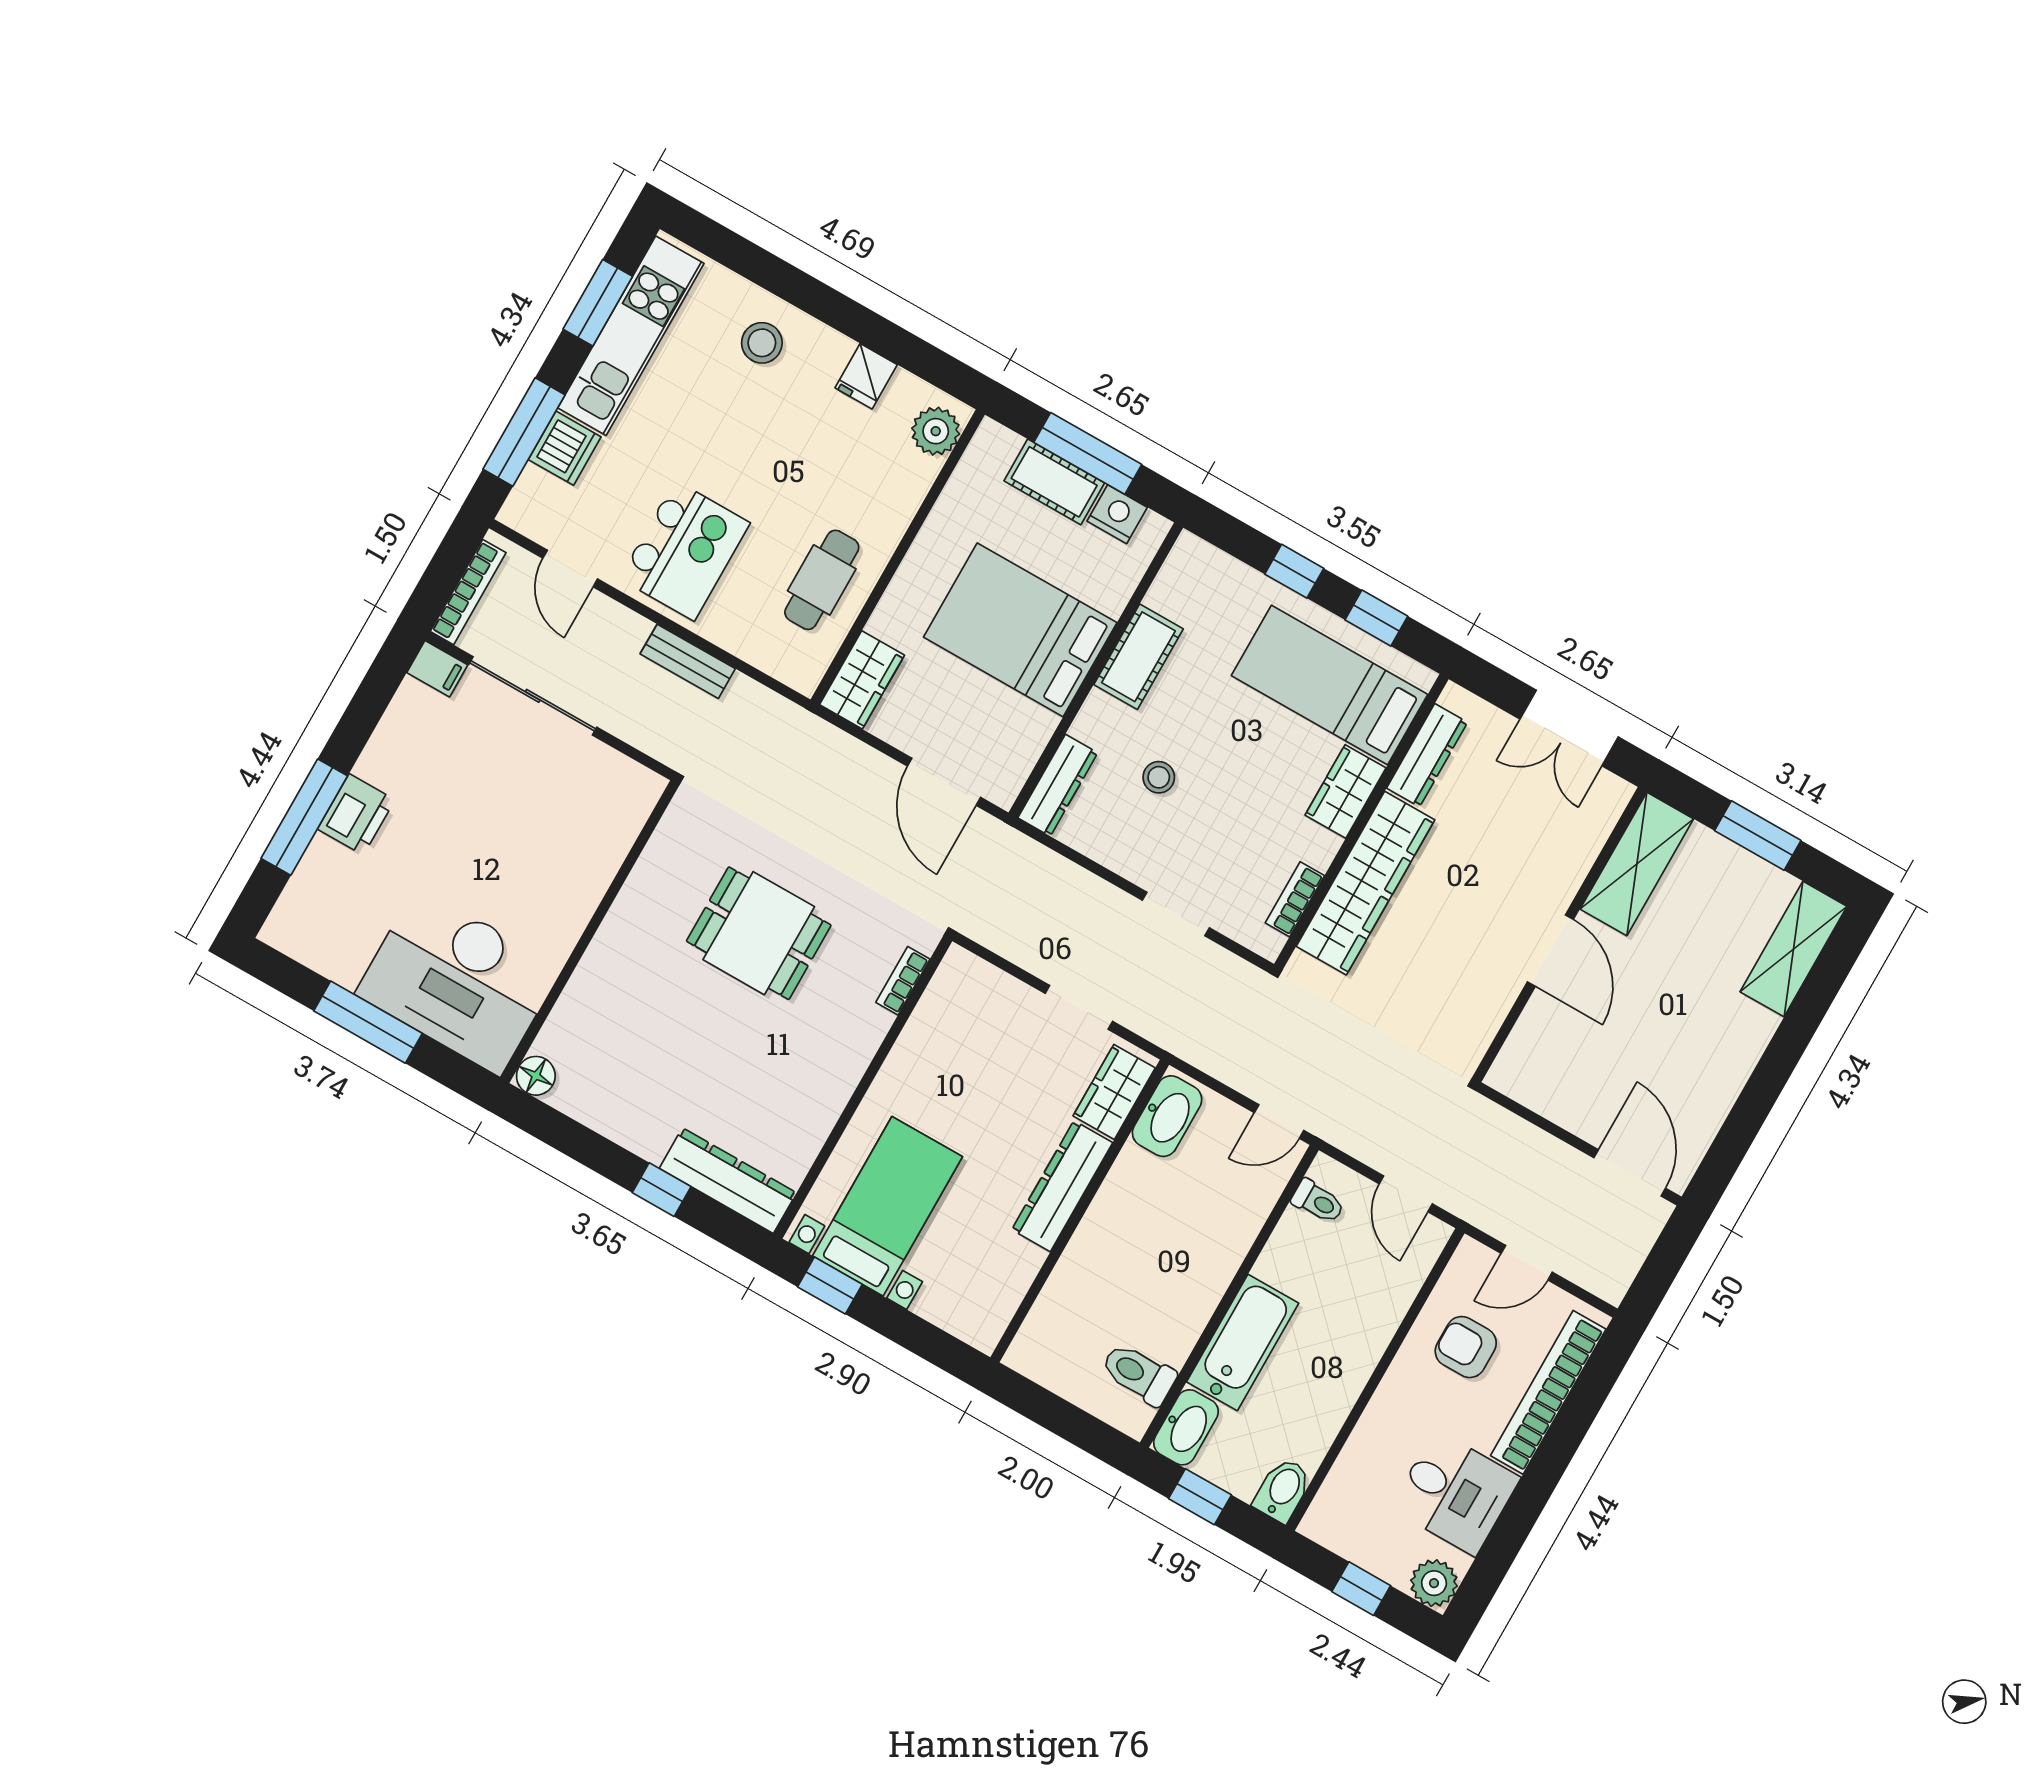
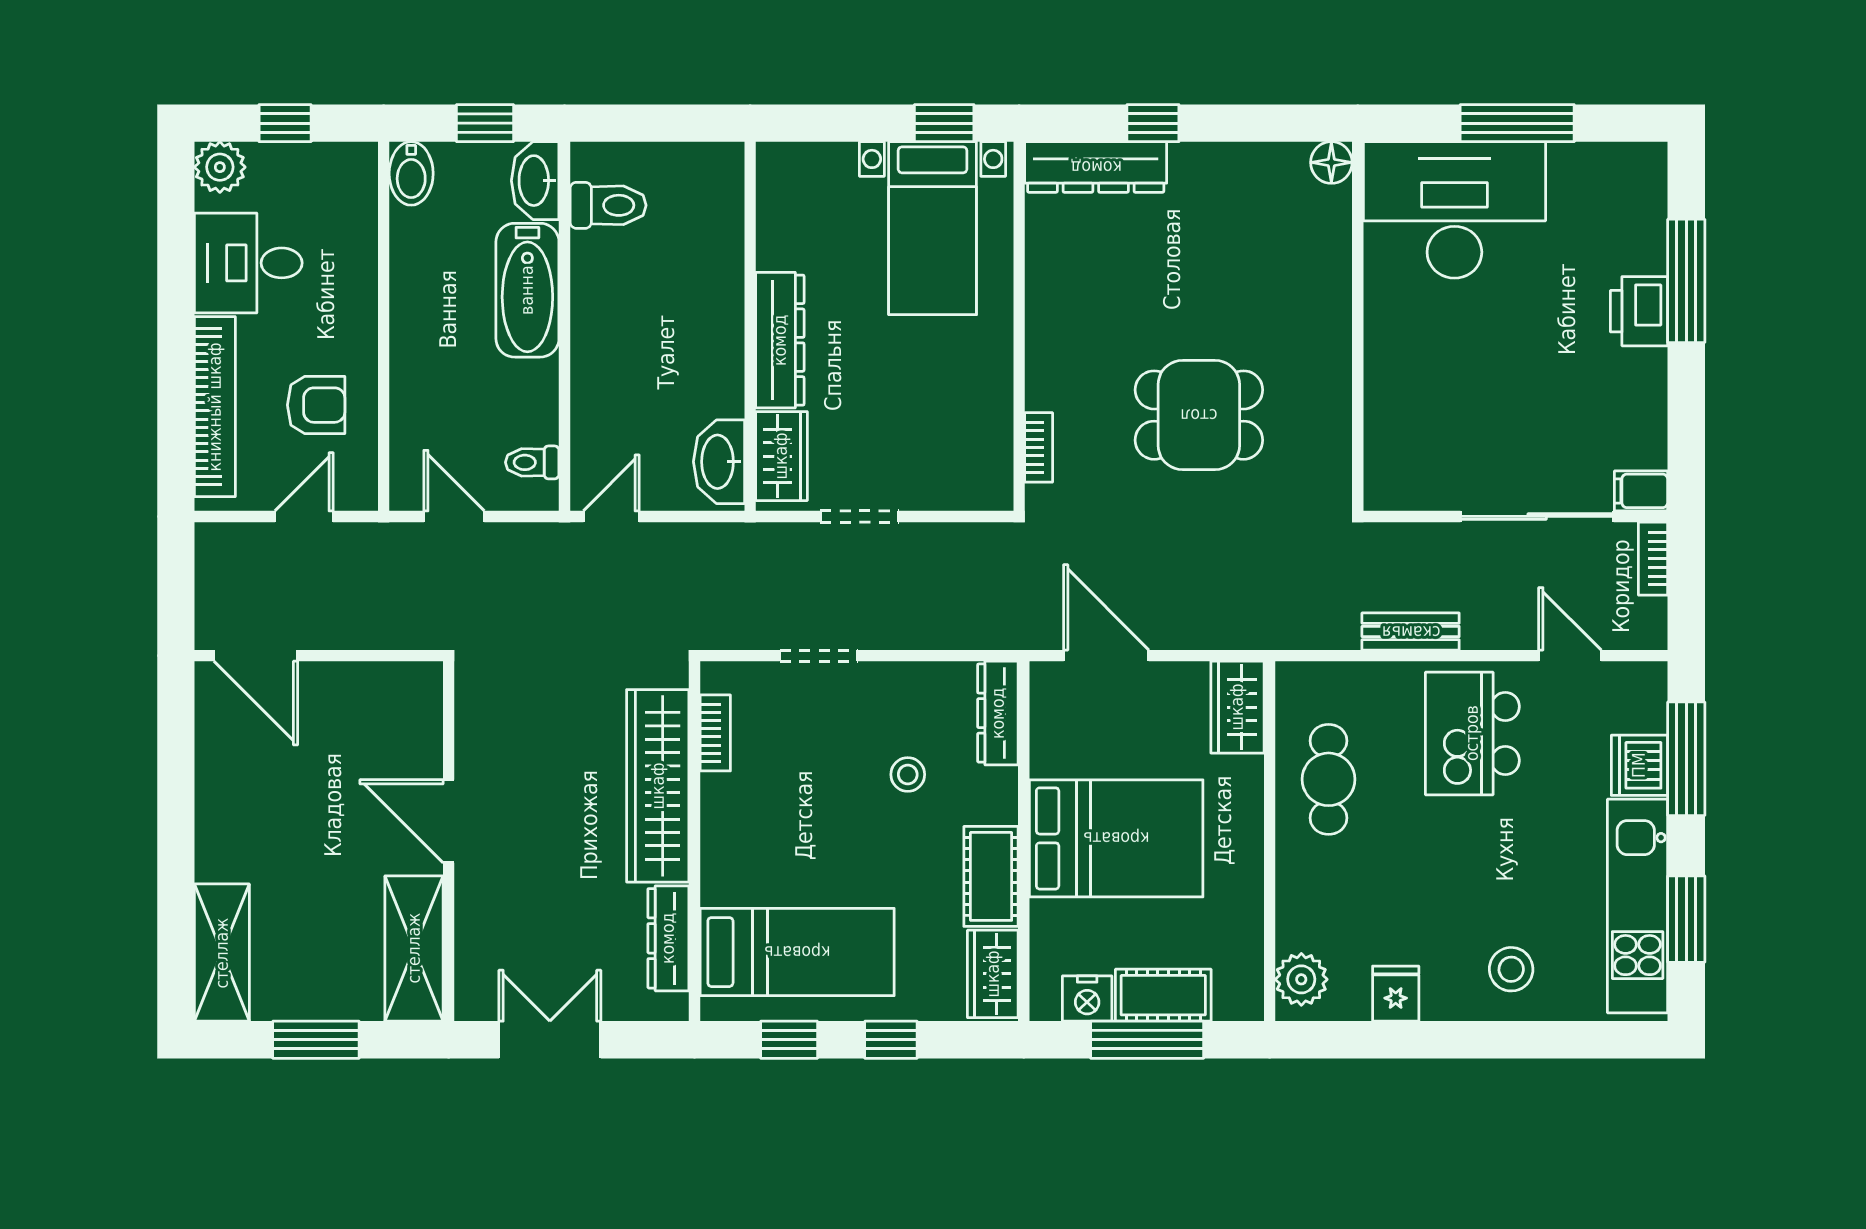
bookcase: (468, 592) -> (1653, 559), width x0.64
wardrobe: (1345, 791) -> (993, 974), moved, turned 180

